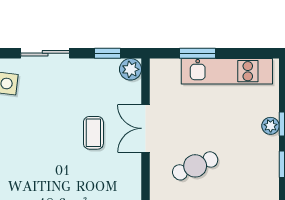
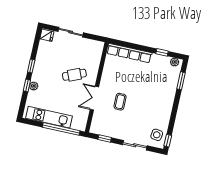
window: (198, 53) -> (61, 129), width x2.11
plant: (131, 69) -> (95, 128), removed
double door: (146, 128) -> (94, 98), swing flipped

